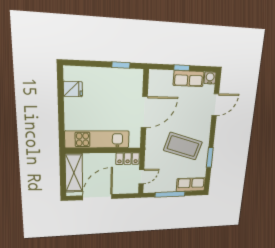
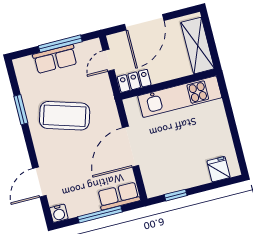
window: (182, 68) -> (100, 214), width x2.17
row of seats: (189, 79) -> (119, 196), moved
fridge: (73, 89) -> (219, 169), moved, turned 90
row of seats: (191, 185) -> (55, 59), moved
door: (97, 197) -> (144, 22), moved

